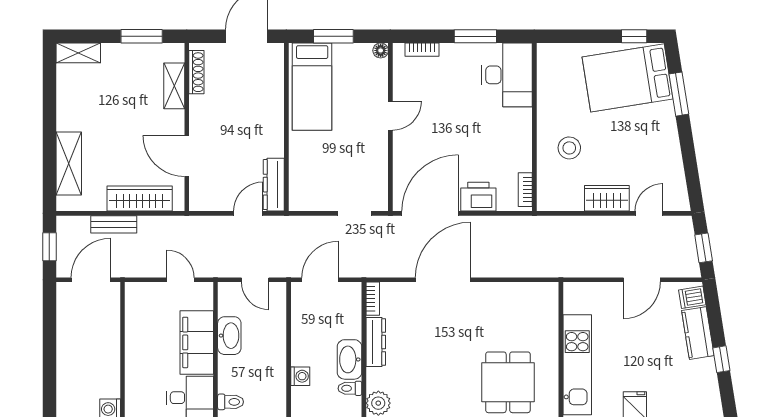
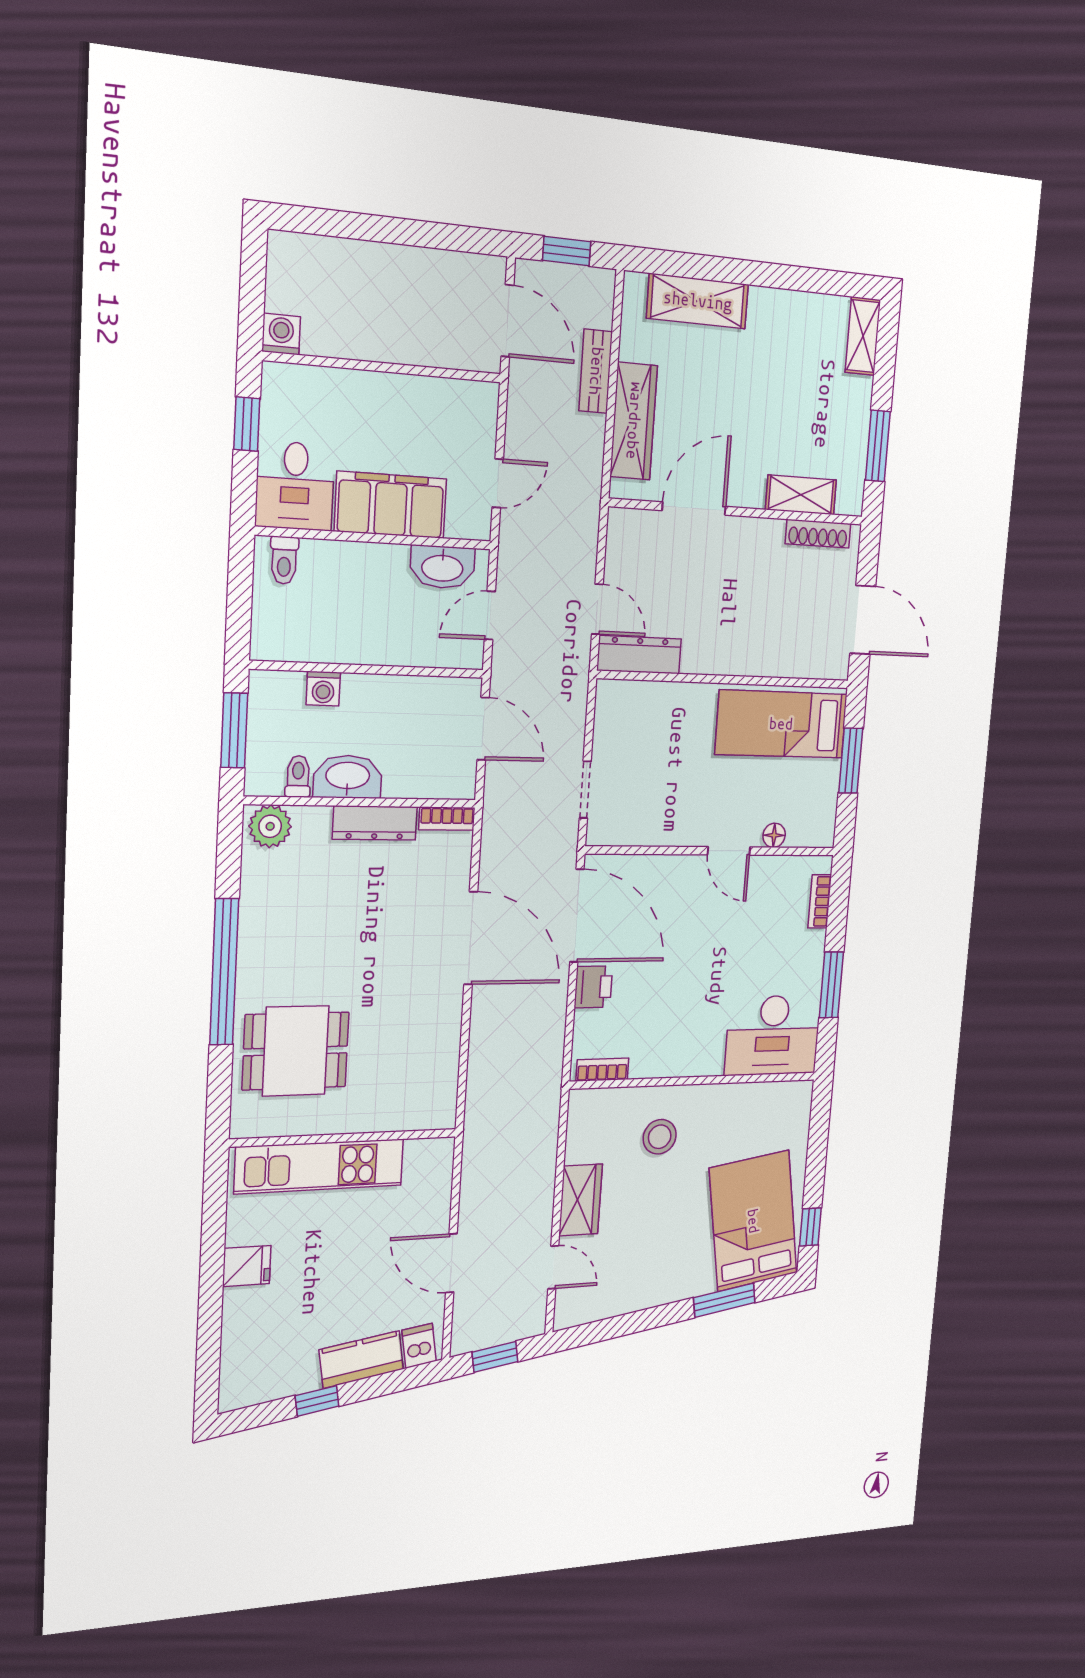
floor lamp: (381, 50) -> (774, 835), moved
printer: (478, 197) -> (593, 987), width x0.73, depth x0.81
washbasin: (229, 336) -> (442, 567), moved

